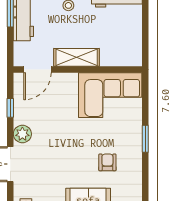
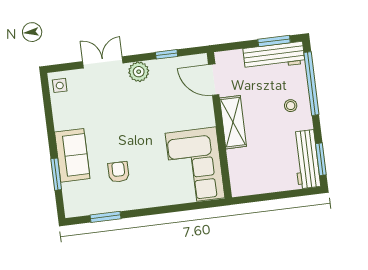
window: (145, 139) -> (105, 217), moved
armchair: (107, 162) -> (119, 172), turned -90

